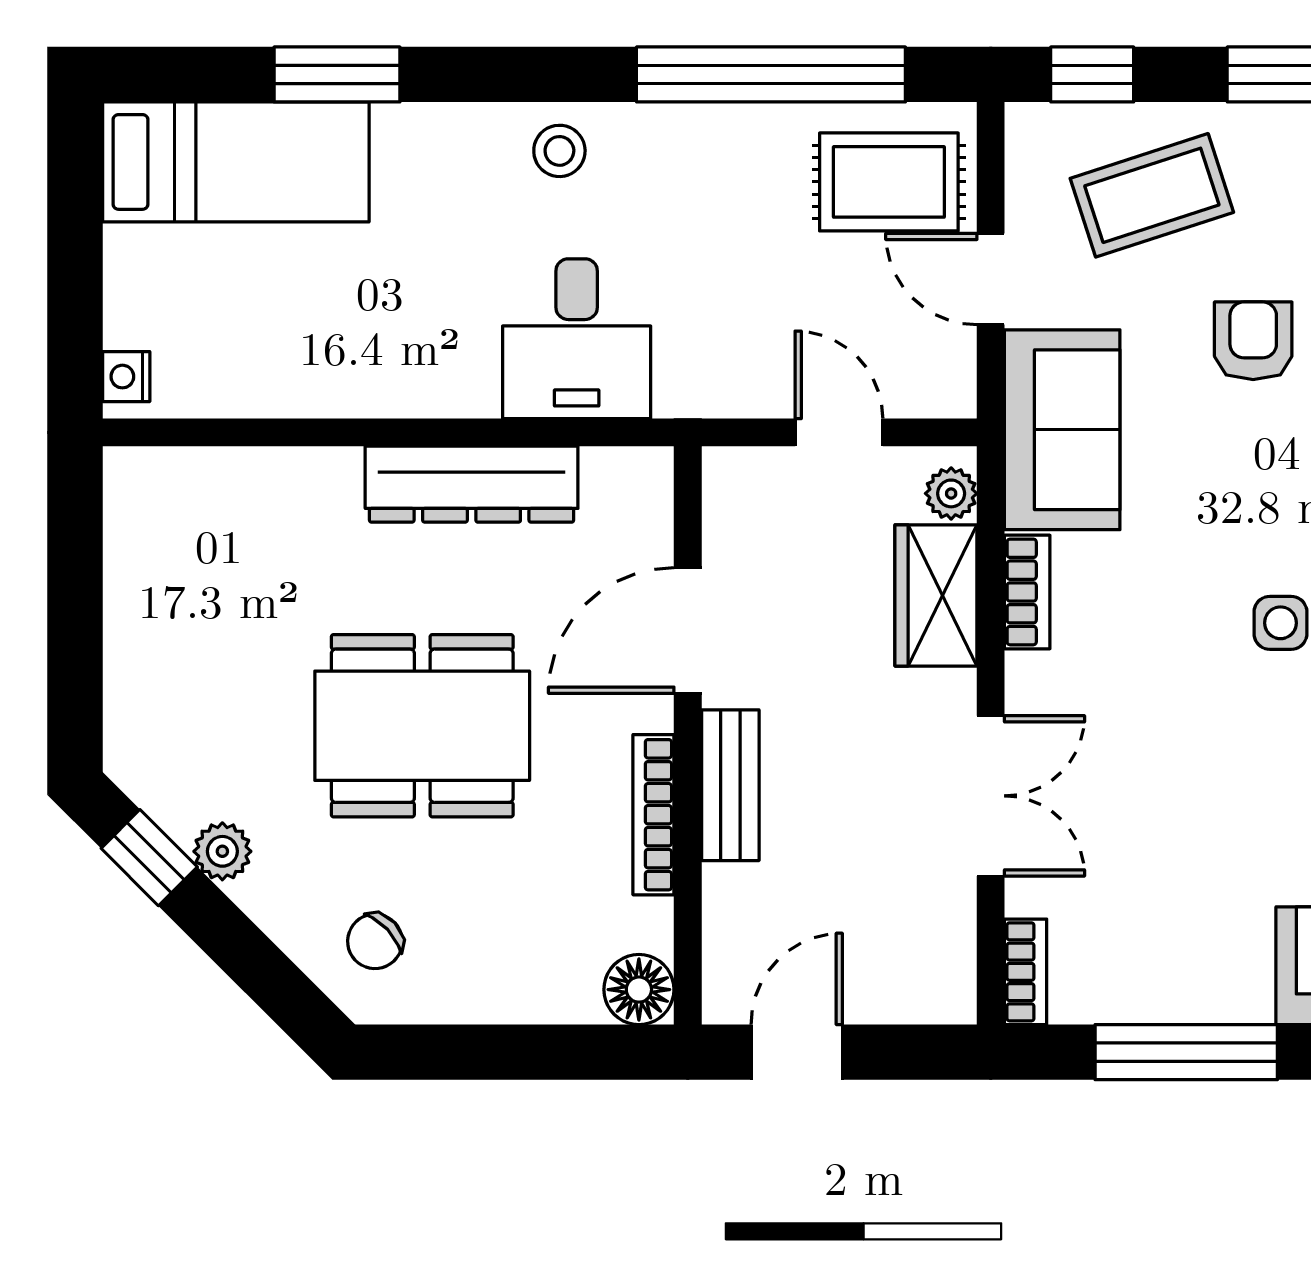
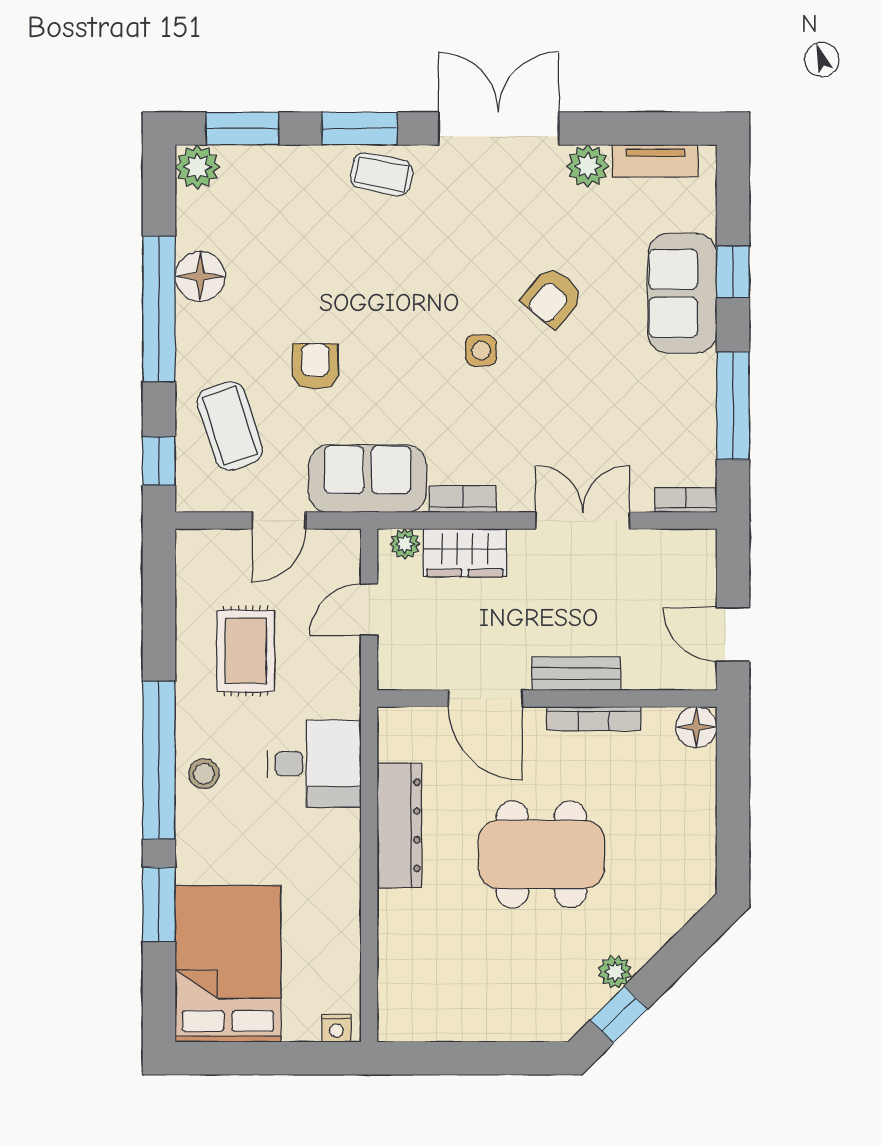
window: (771, 74) -> (159, 760), moved
bed: (236, 162) -> (228, 964), width x1.50
rug: (889, 182) -> (246, 651), moved
armchair: (1253, 341) -> (315, 366), turned 90
dining table: (422, 726) -> (541, 854), turned 90
chair: (375, 941) -> (668, 882), removed

